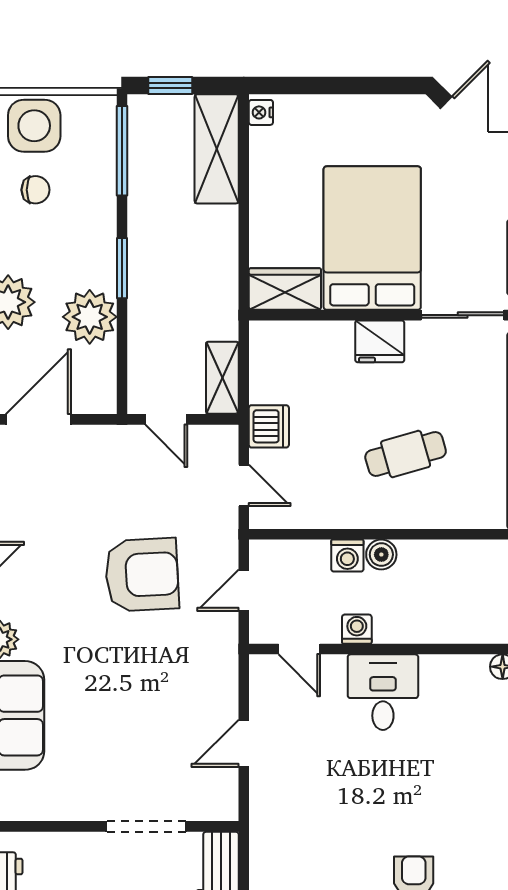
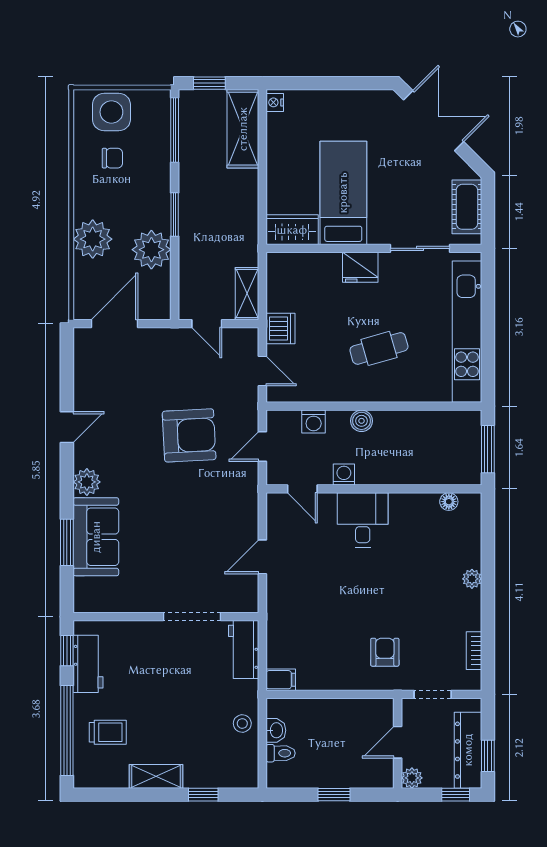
bed: (372, 238) -> (343, 193), width x0.67
washing machine: (347, 556) -> (314, 422), moved

